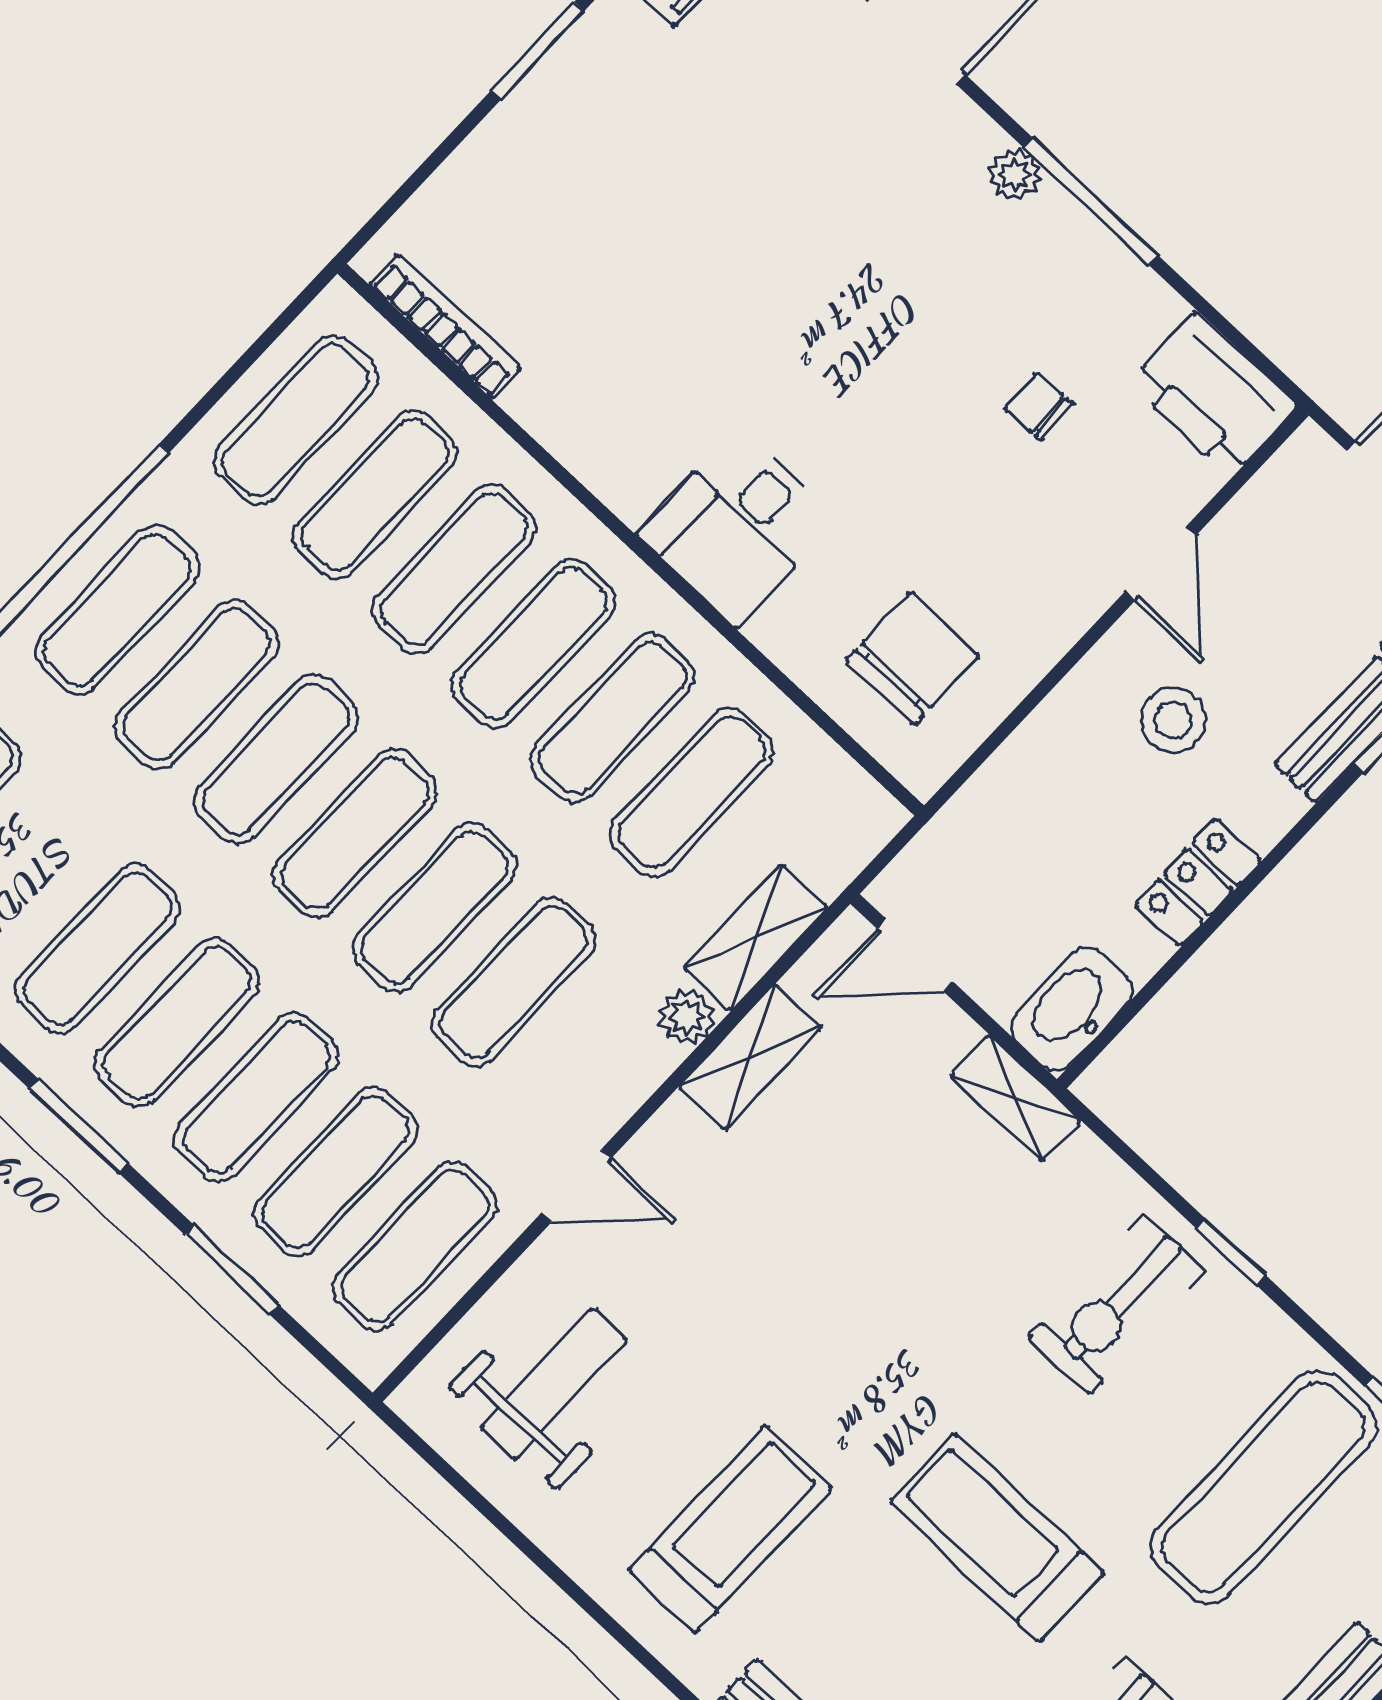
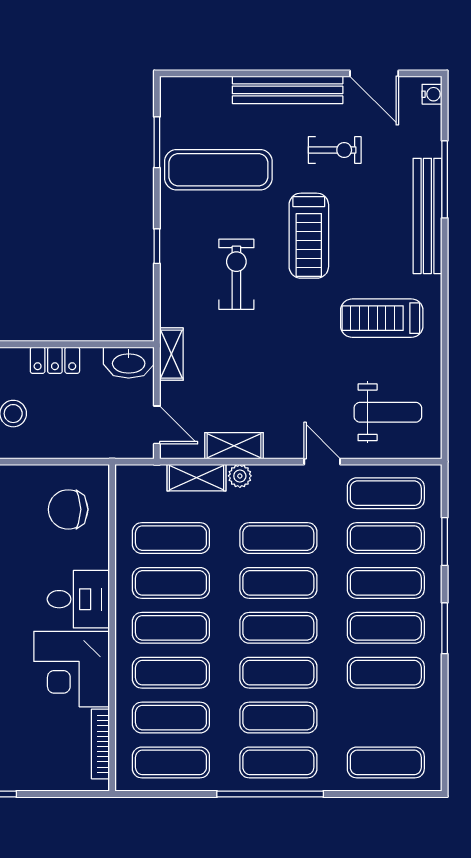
corner desk: (625, 400) -> (72, 669), added
exercise bike: (1117, 1304) -> (236, 274), moved, turned -90
weight bench: (554, 1384) -> (388, 412), turned 180

